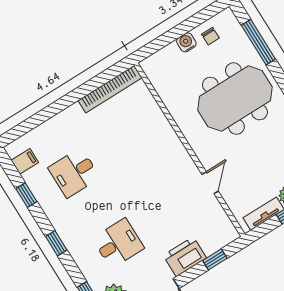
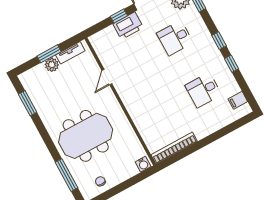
water cooler: (186, 42) -> (143, 164), moved
desk: (74, 173) -> (203, 90), turned 180
window: (26, 195) -> (231, 64), moved
window: (215, 259) -> (119, 16), moved

